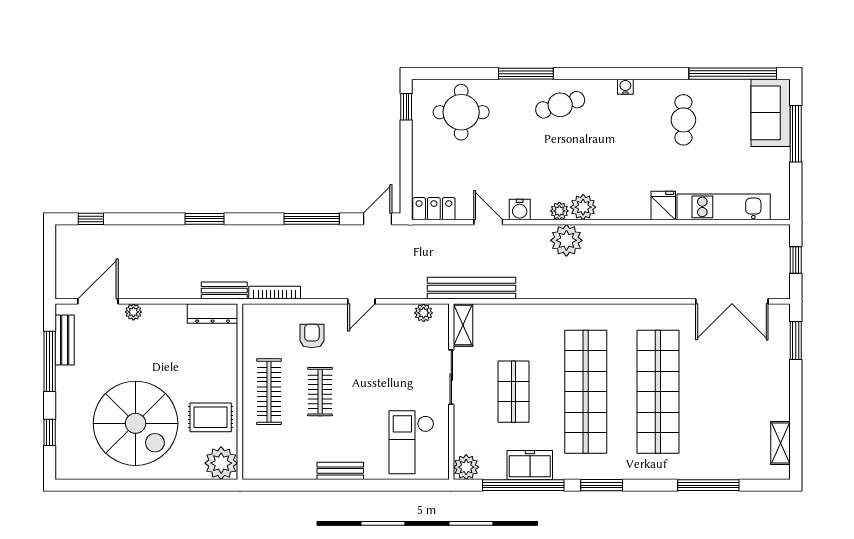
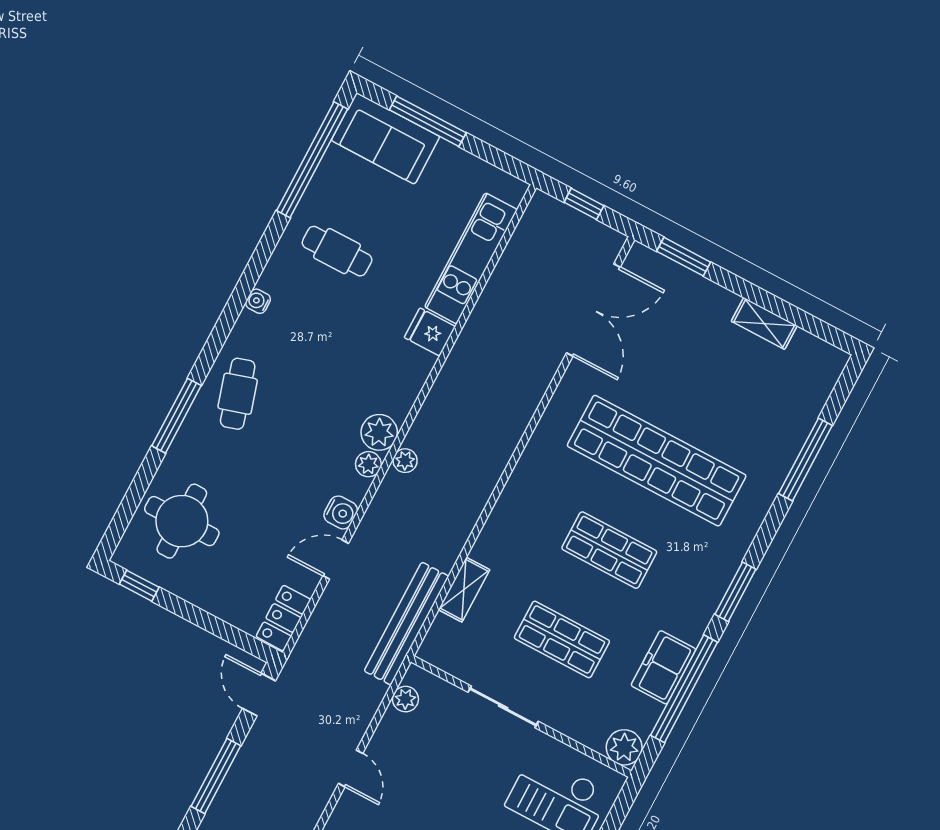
plant: (566, 240) -> (405, 461), width x0.53, depth x0.53
shelving: (463, 325) -> (464, 590), moved, turned 90
shop shelf: (586, 392) -> (609, 550), width x0.50, depth x0.74
shelving: (781, 443) -> (764, 323), moved

